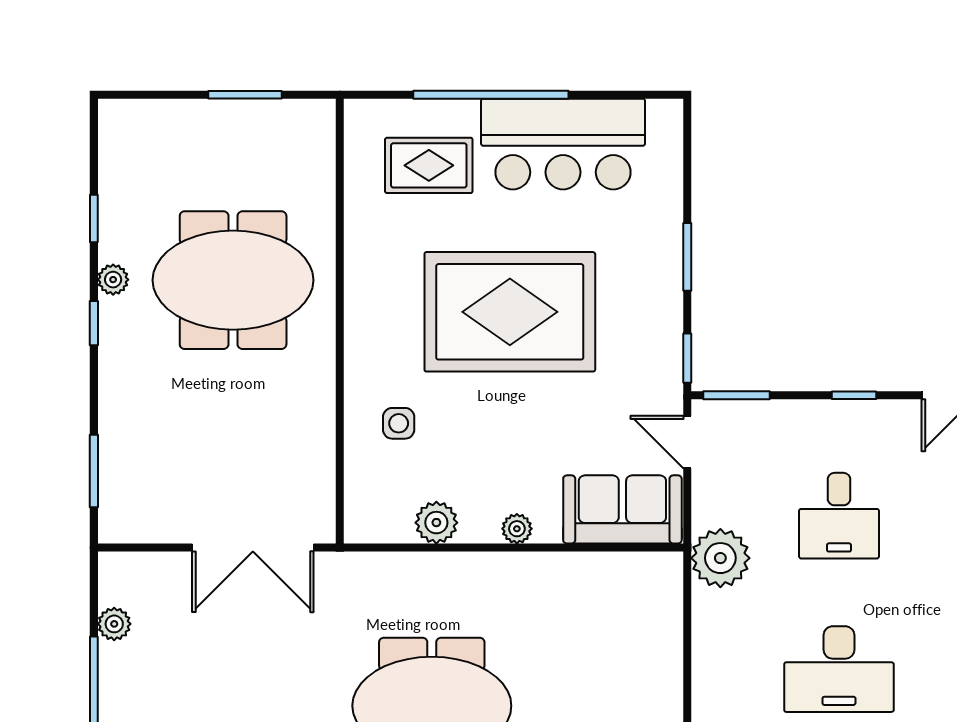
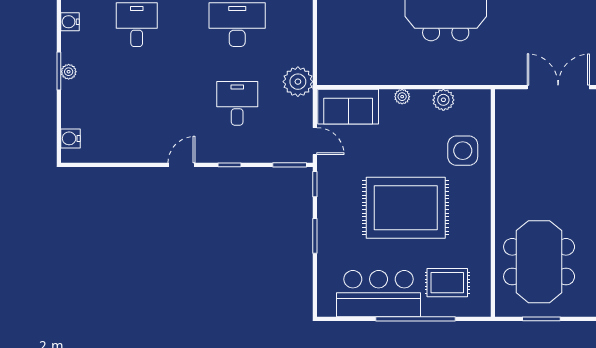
meeting table: (233, 280) -> (539, 262), moved, turned 90
side table: (399, 423) -> (463, 151), width x1.87, depth x1.87
double door: (253, 547) -> (558, 87), moved

